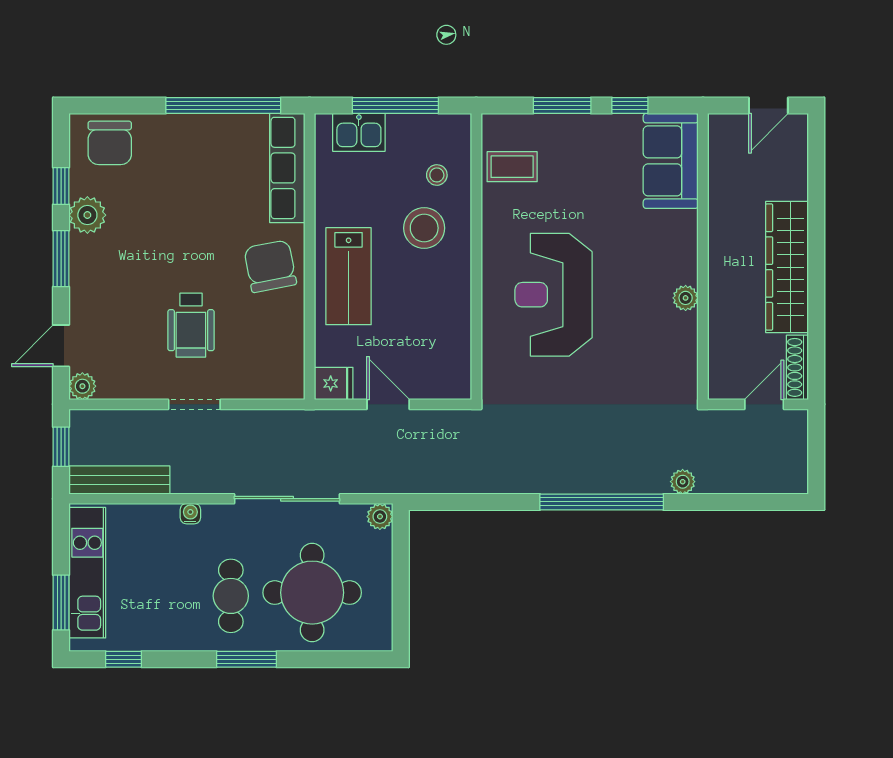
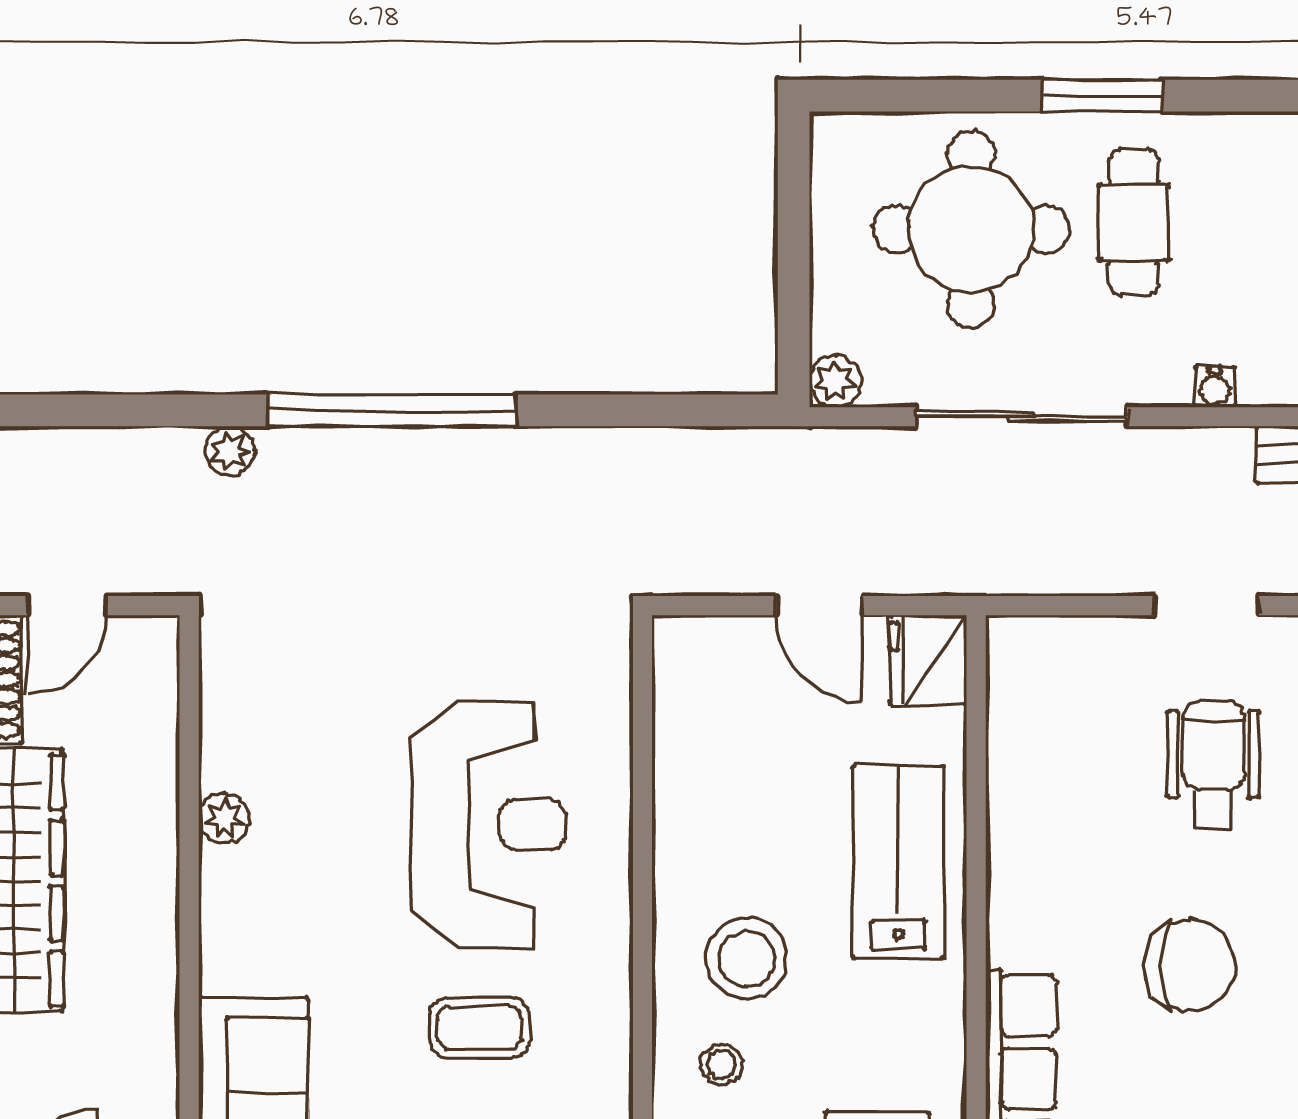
coffee table: (512, 167) -> (479, 1028), moved
chair: (270, 266) -> (1189, 966), moved, turned -79
fridge: (334, 383) -> (928, 660), width x1.38

